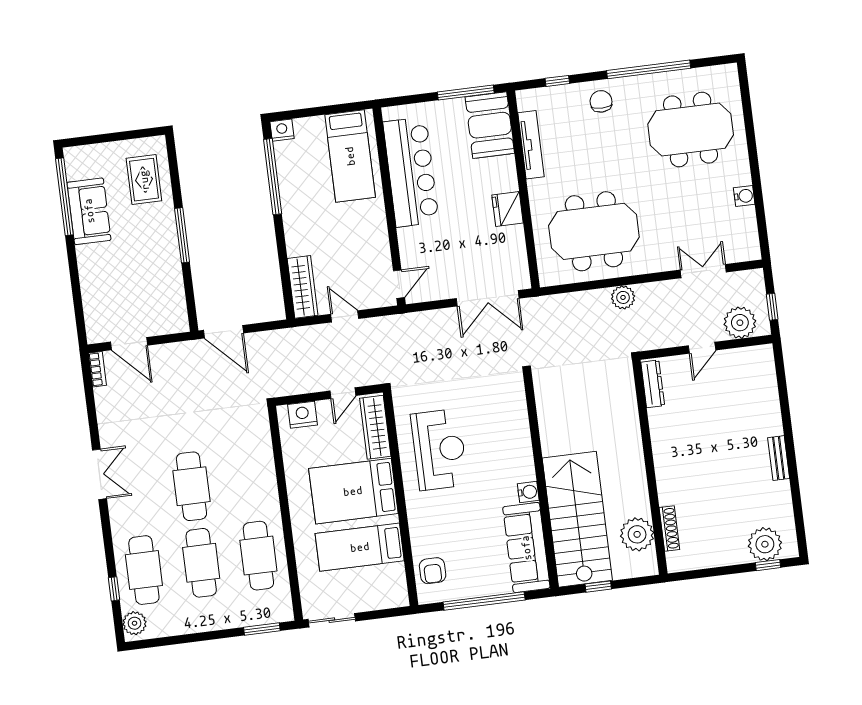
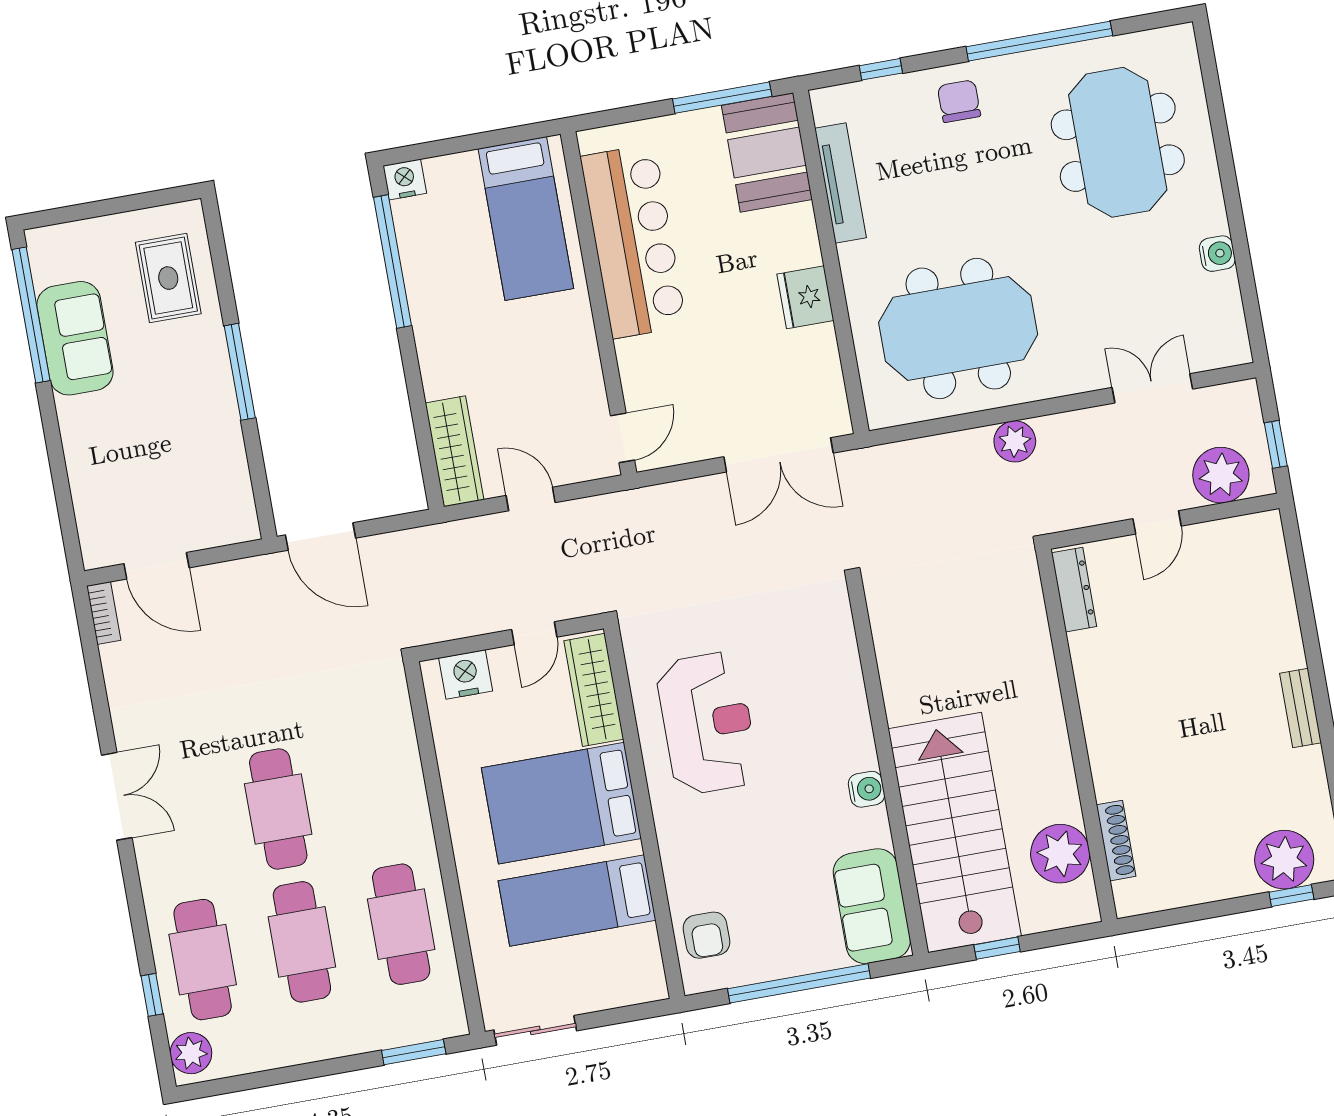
meeting table: (691, 129) -> (1118, 142), turned 90
sofa: (526, 548) -> (872, 906), width x0.73

